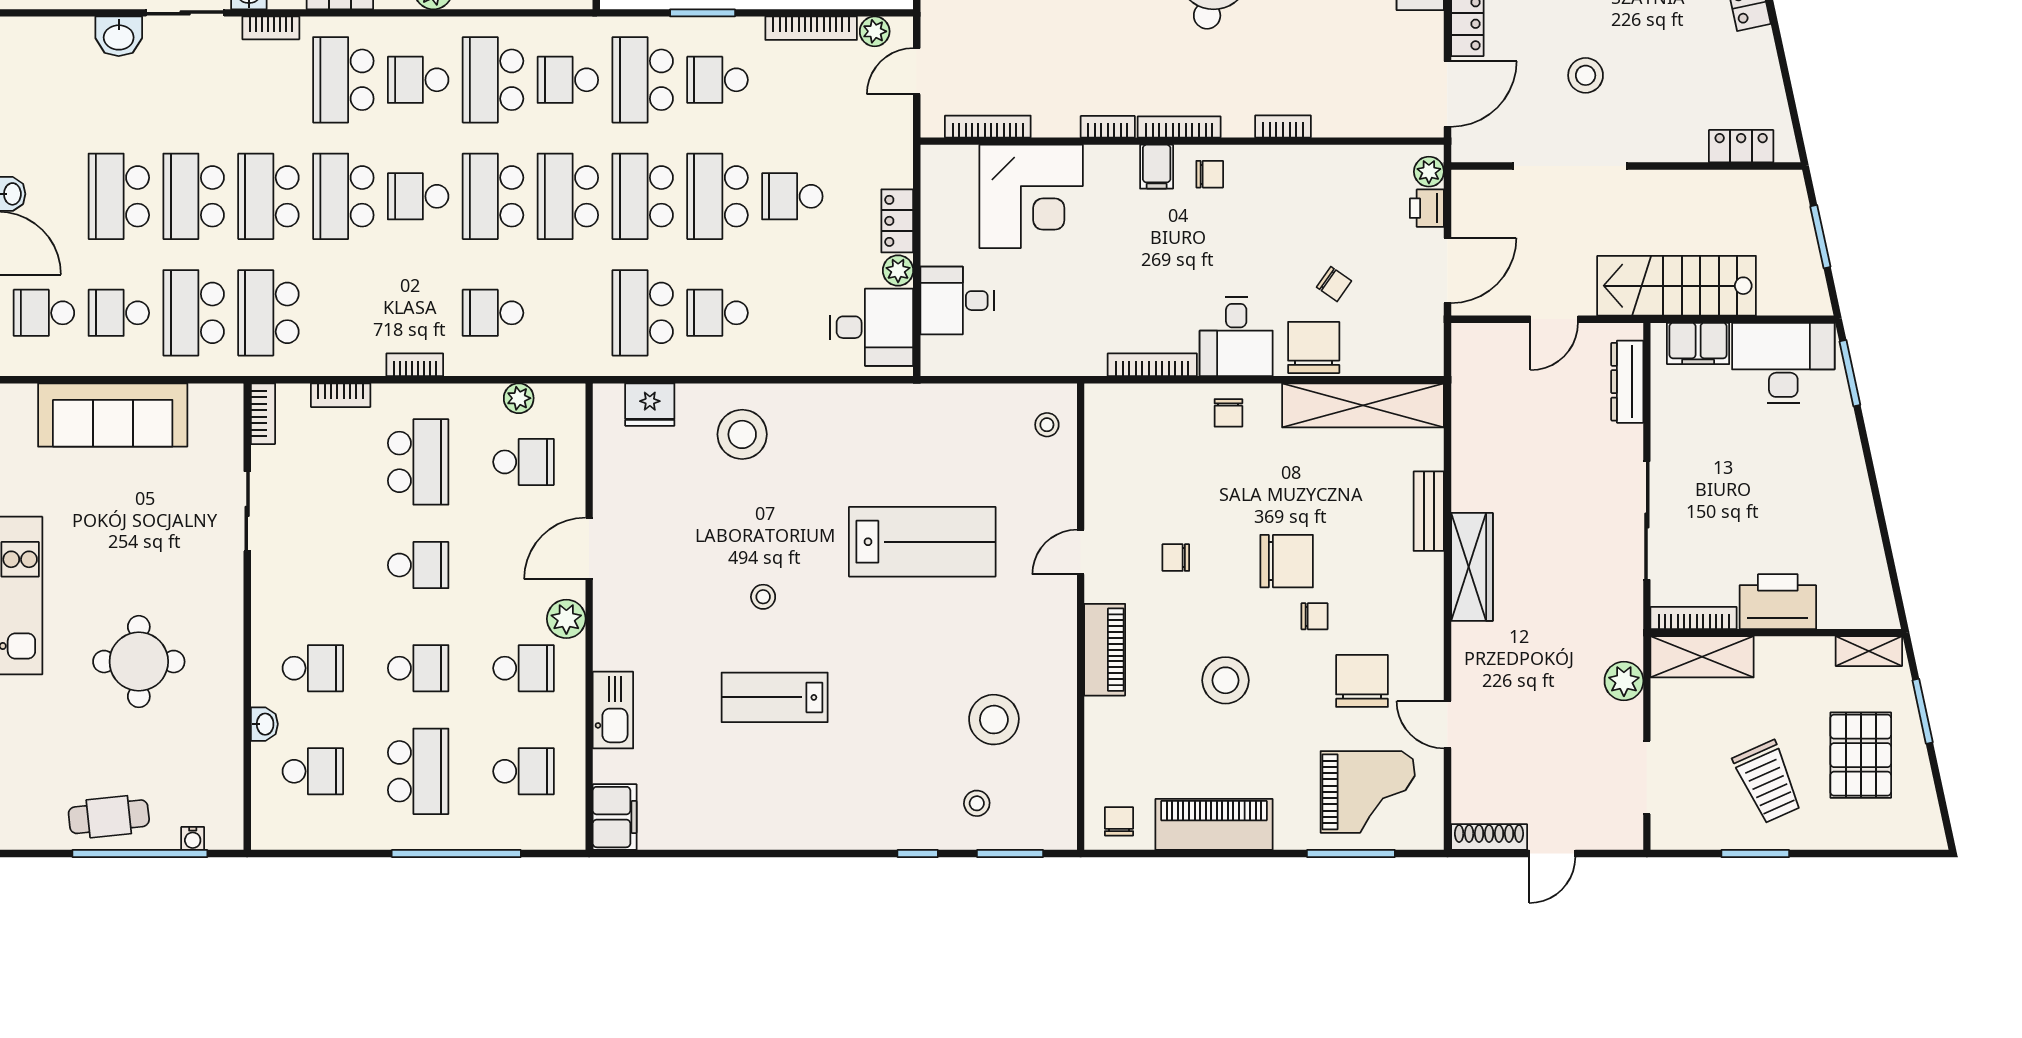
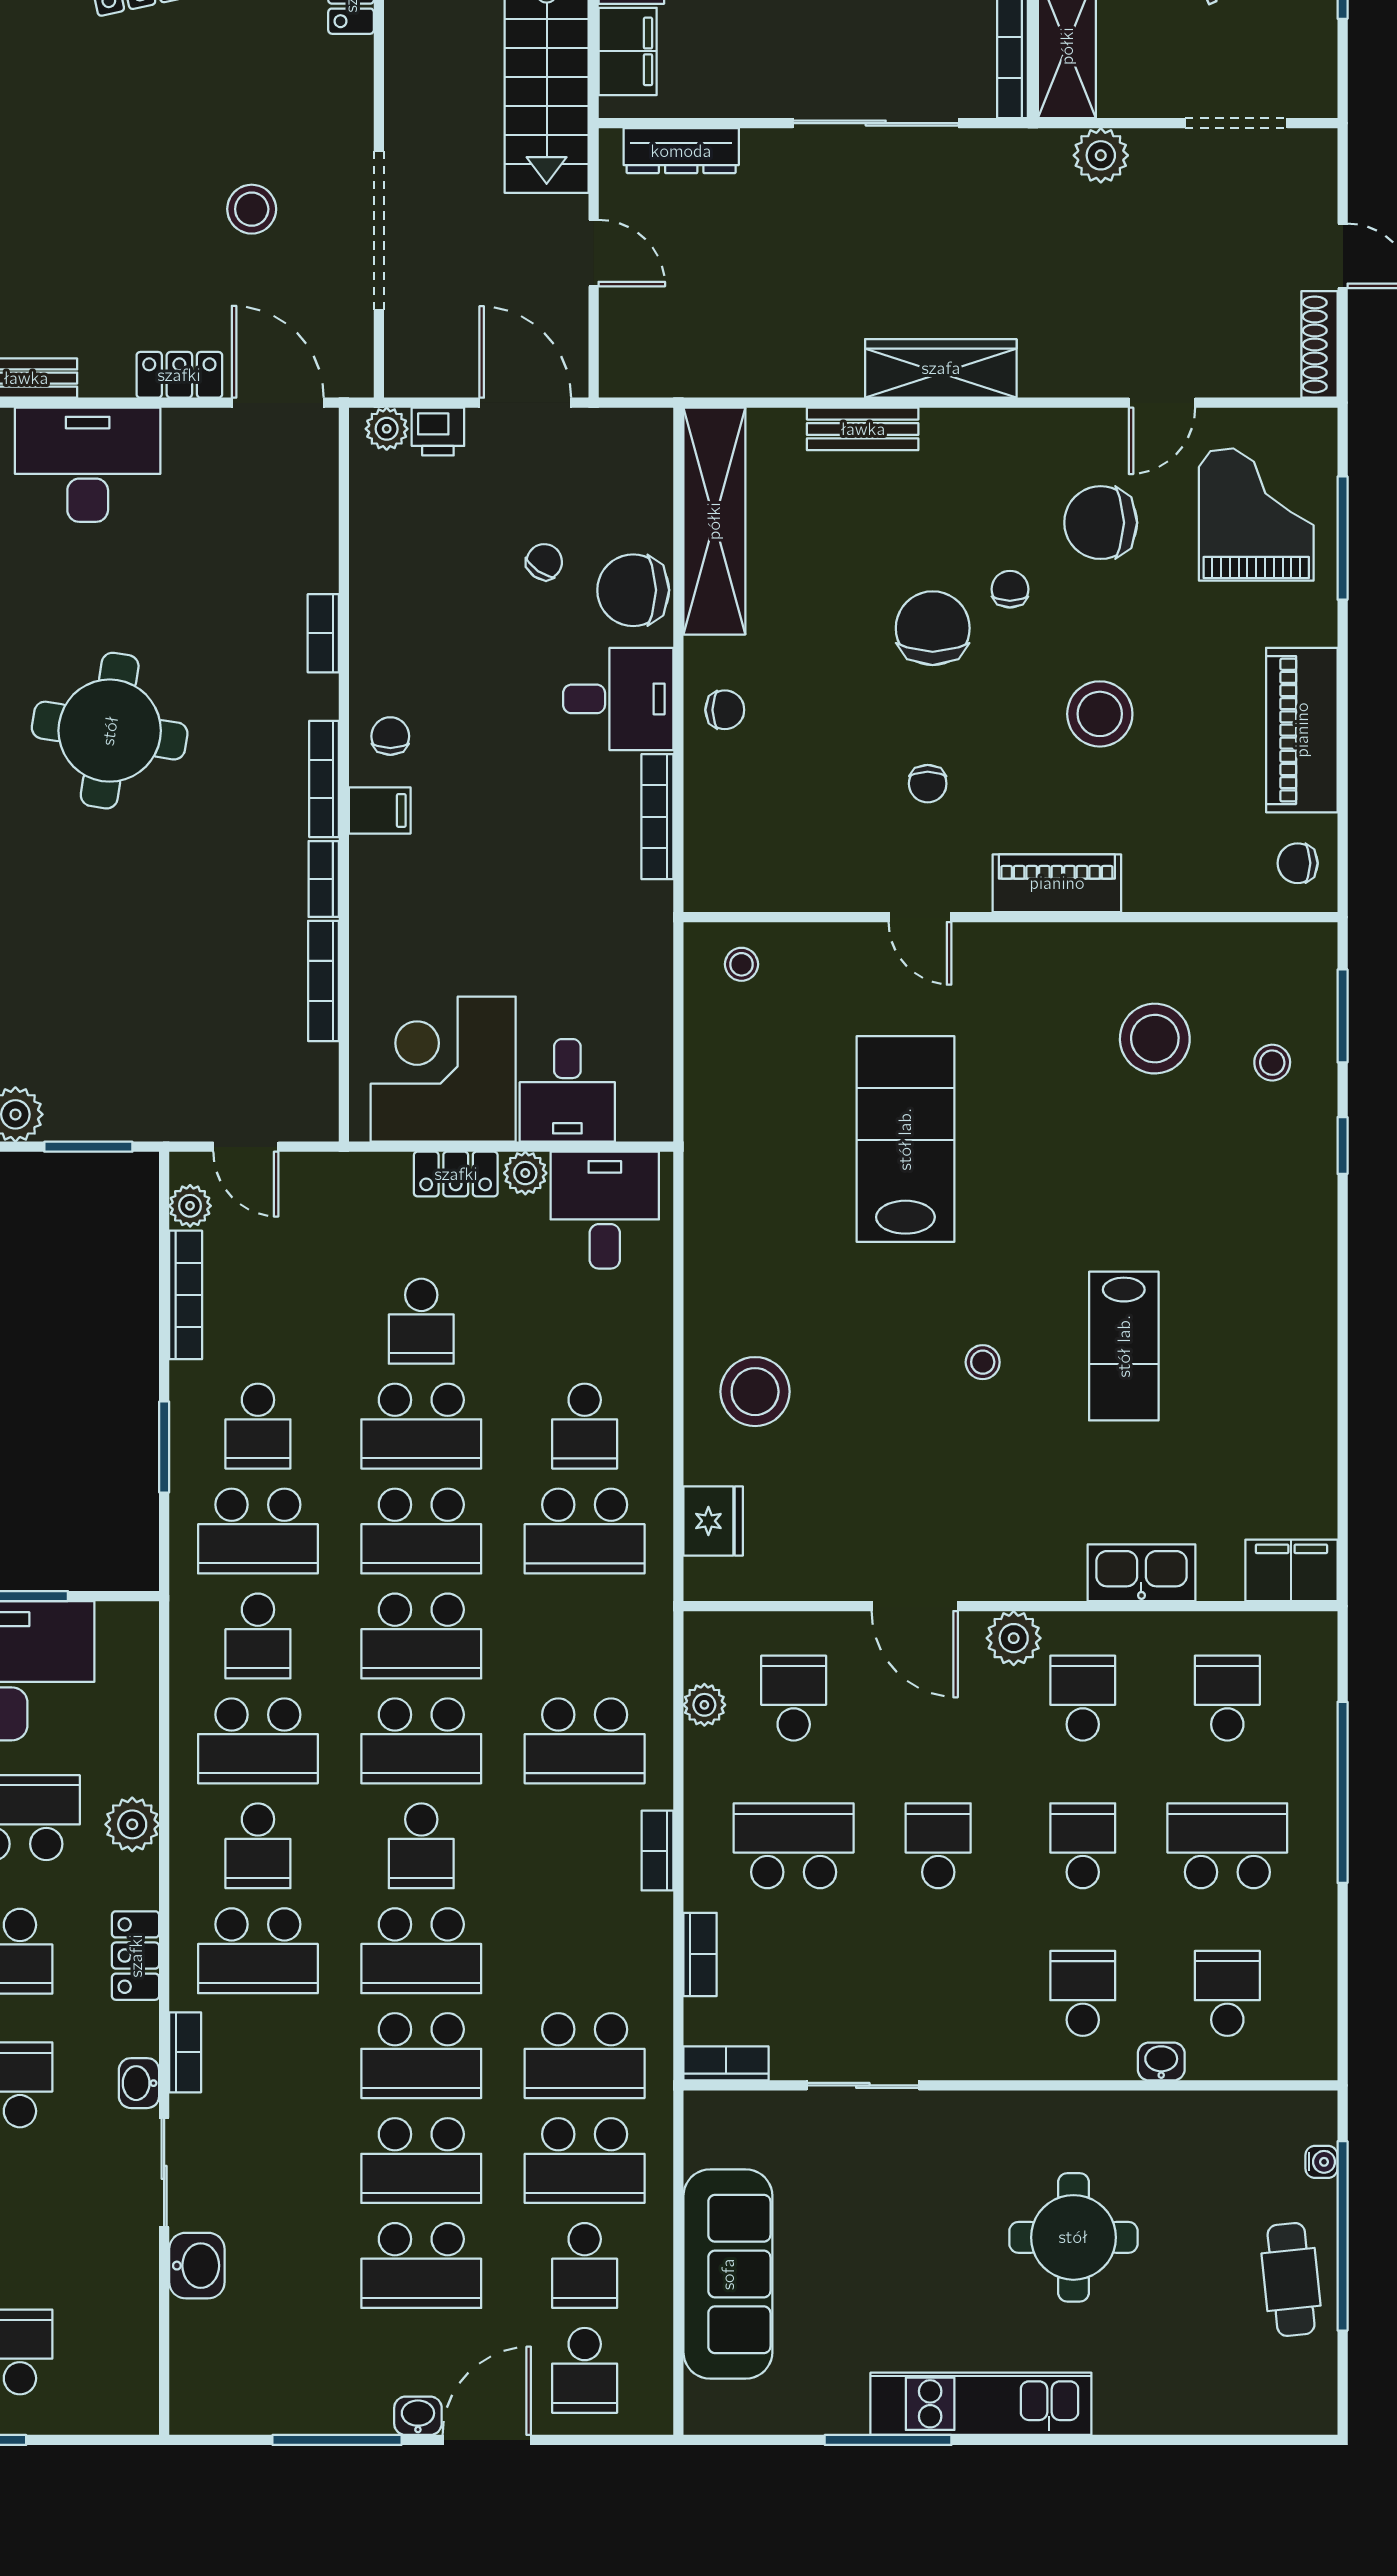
bookcase: (988, 127) -> (323, 981), moved
corner desk: (1031, 196) -> (443, 1069), moved, turned -90
school desk: (493, 313) -> (585, 1741), width x1.85

